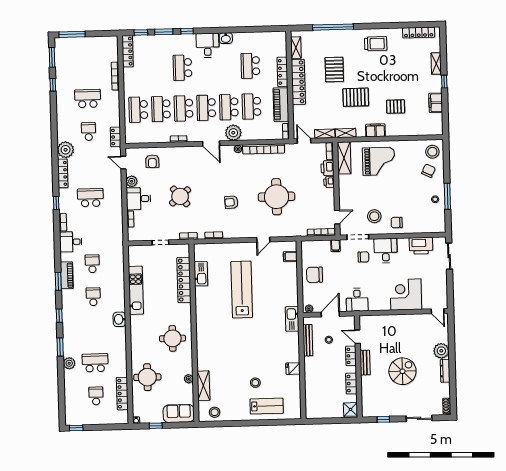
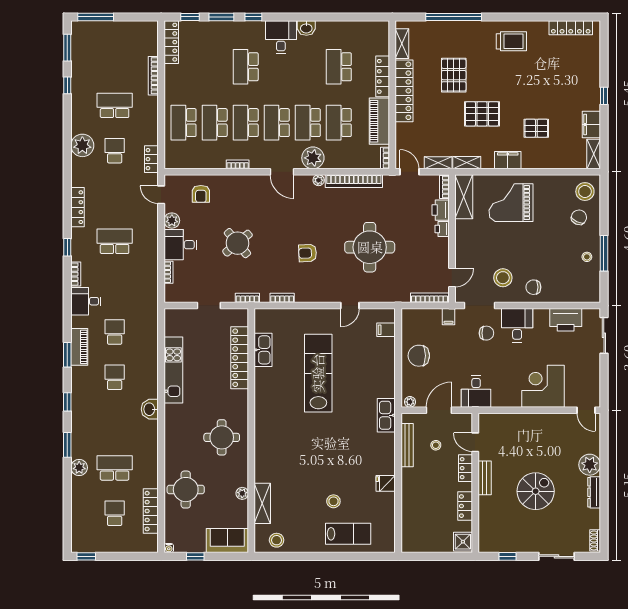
shelving: (436, 64) -> (594, 154), moved
plant: (66, 150) -> (82, 145), moved
grand piano: (379, 161) -> (511, 203), turned 180

